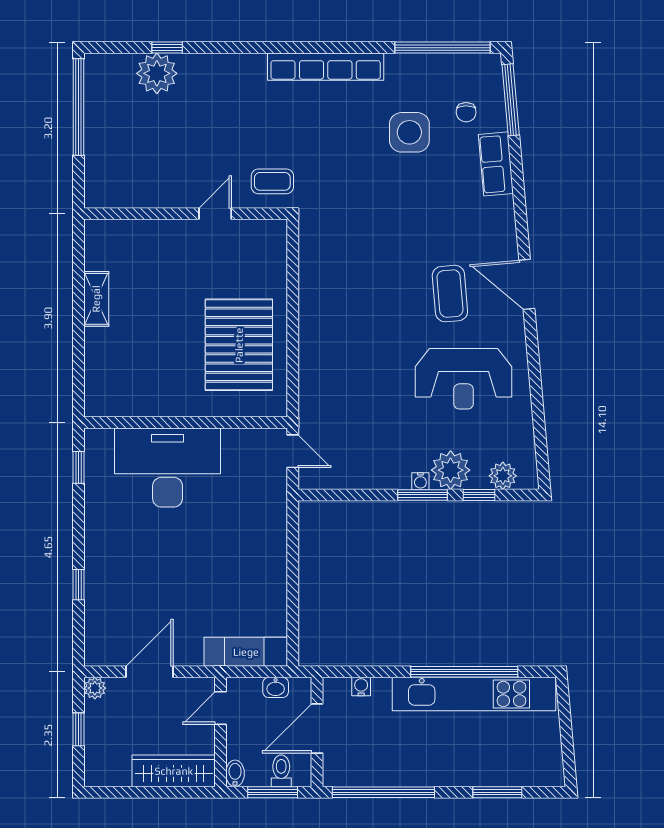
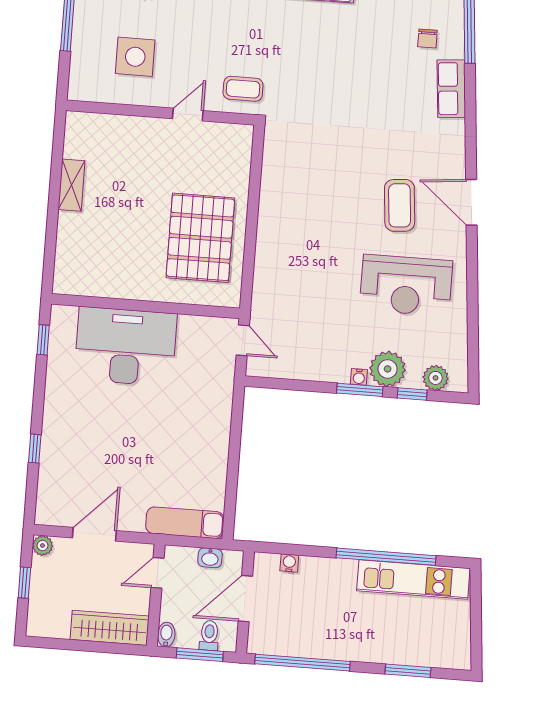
side table: (409, 132) -> (135, 57), moved
kitchen unit: (474, 694) -> (413, 580), width x0.73

